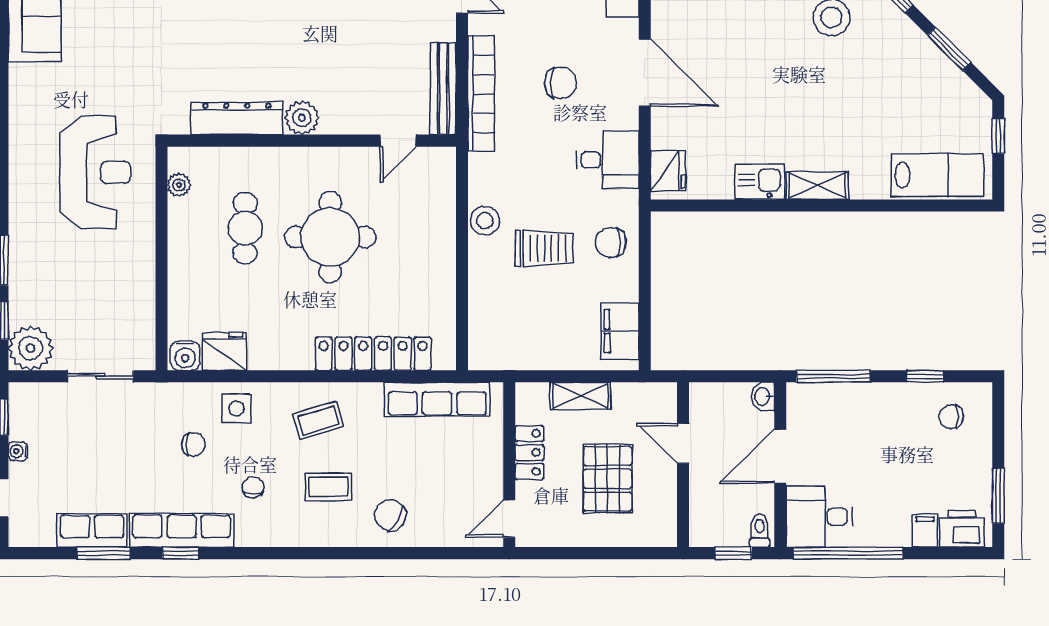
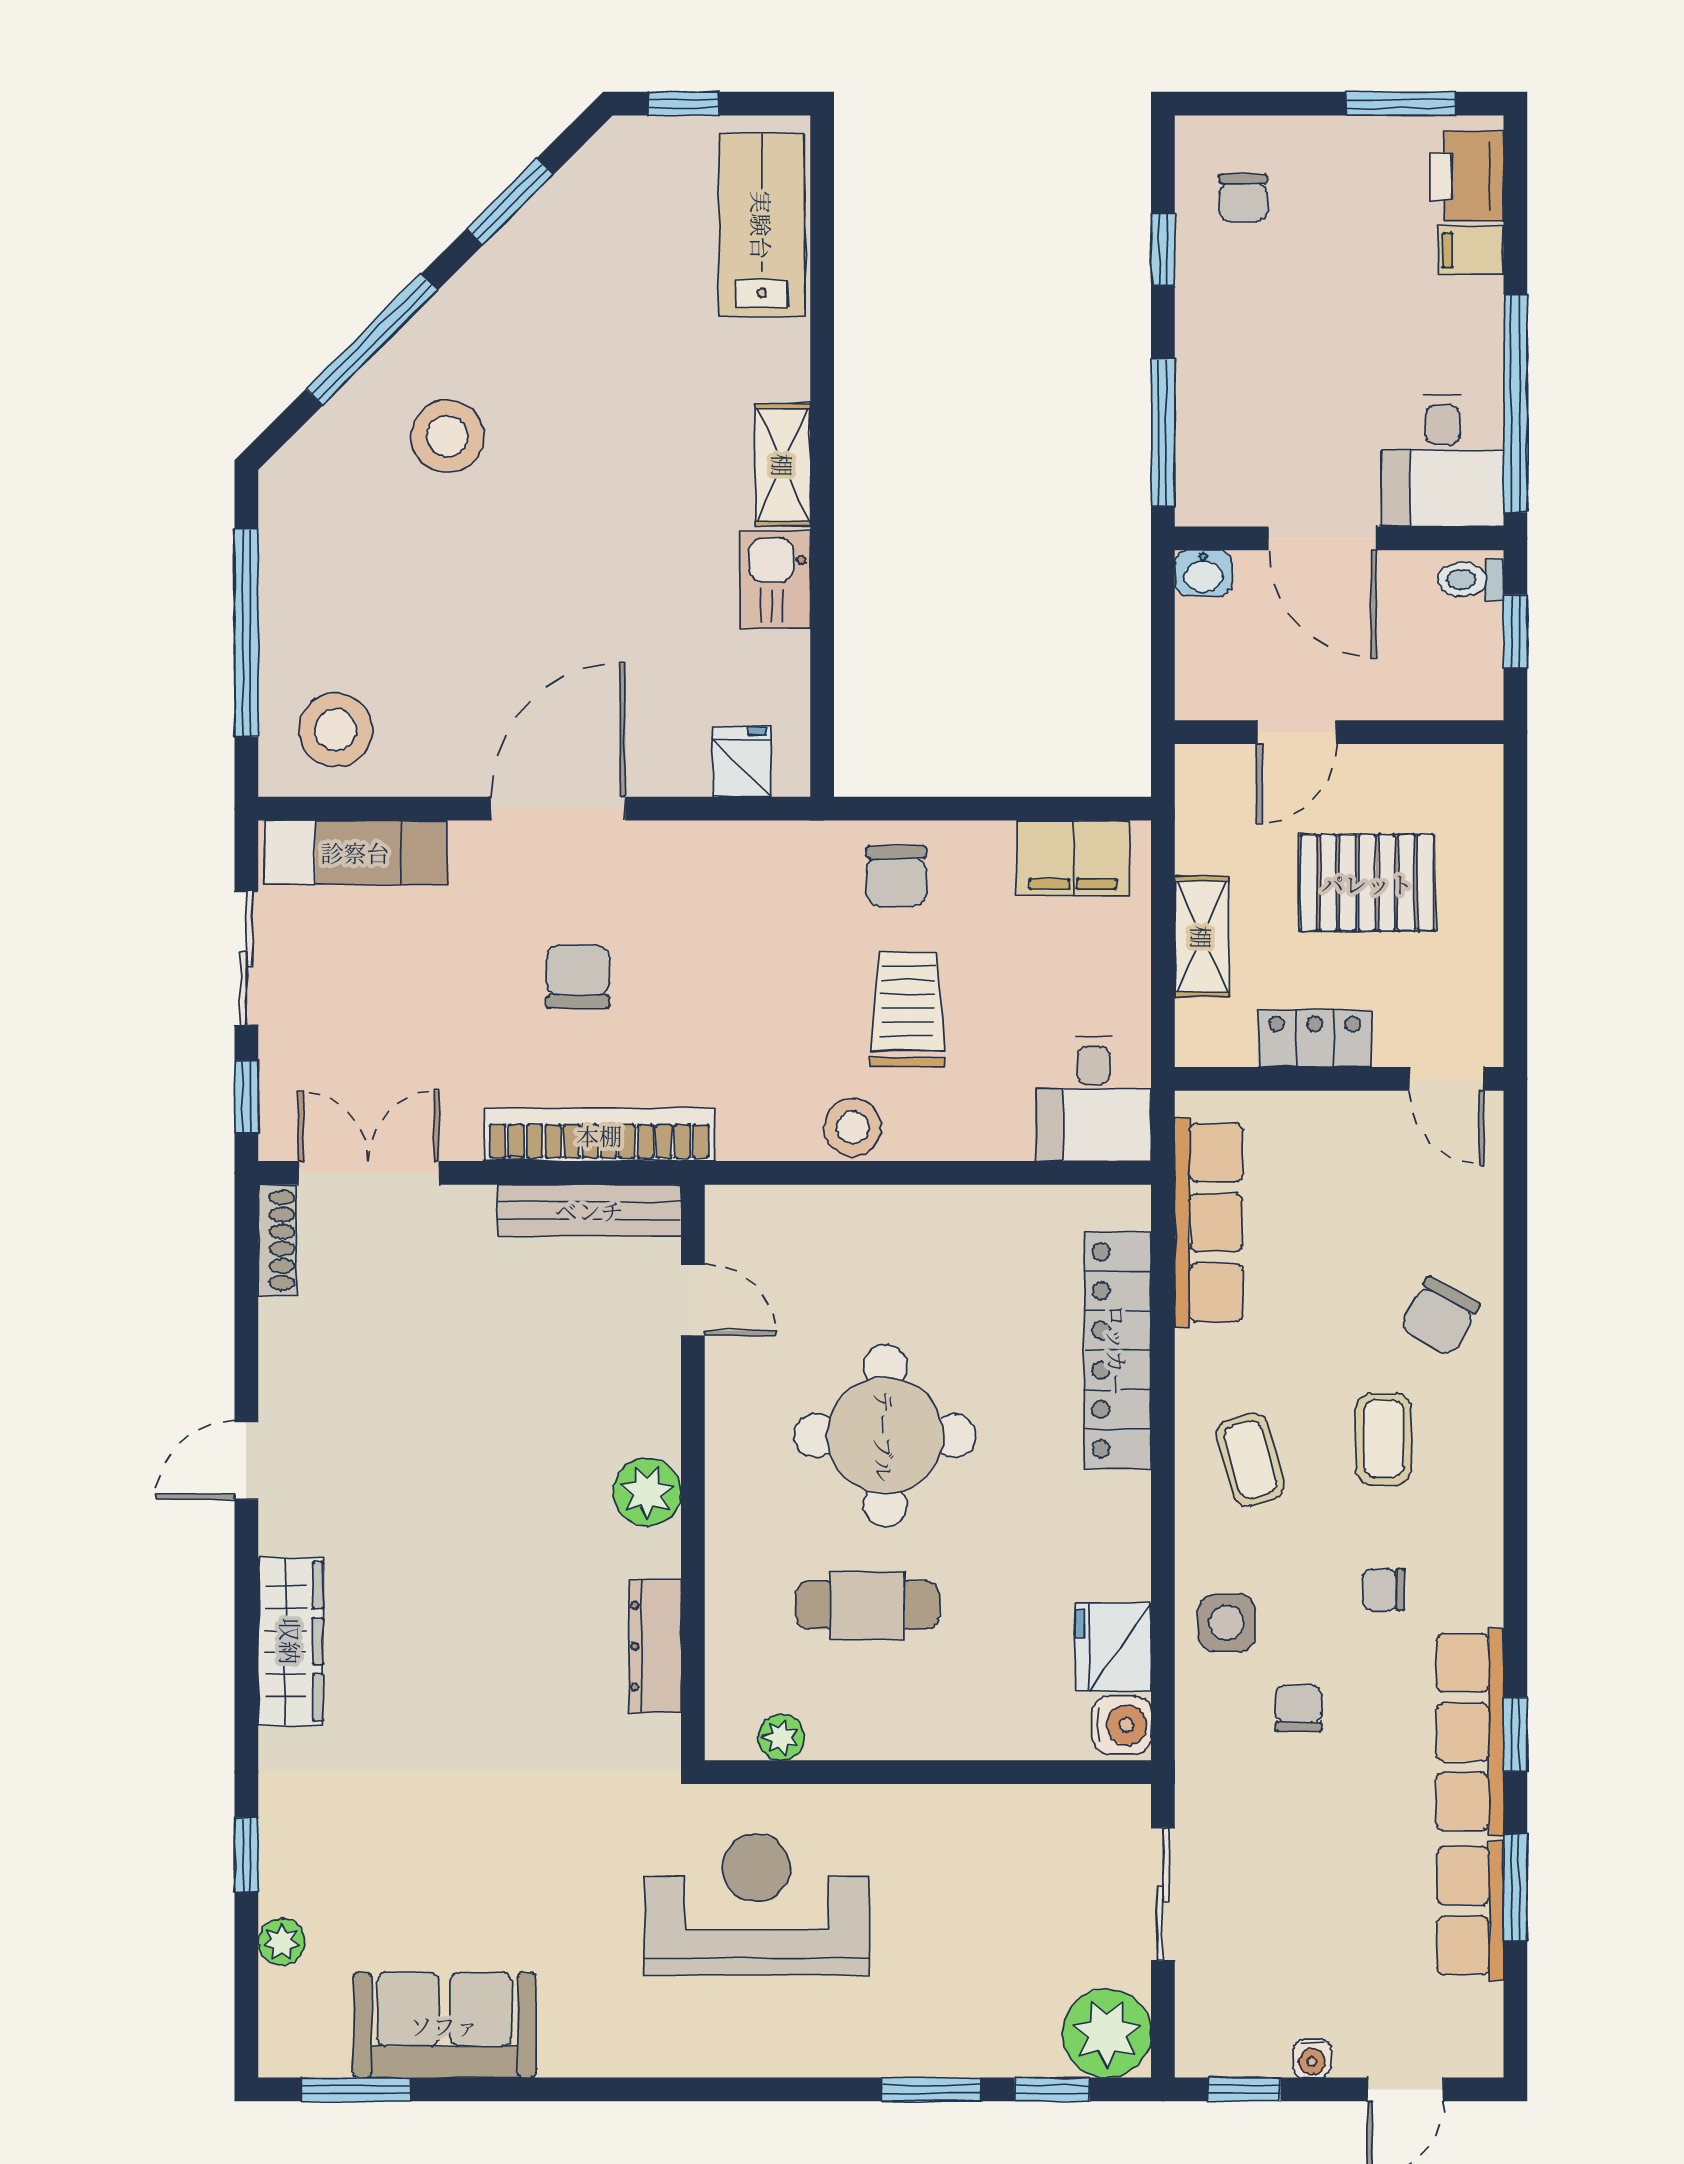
dresser: (237, 118) -> (655, 1646), width x0.73, depth x0.80
desk: (608, 160) -> (1094, 1099), moved, turned 180
fridge: (668, 171) -> (742, 762), width x0.72

